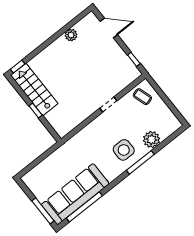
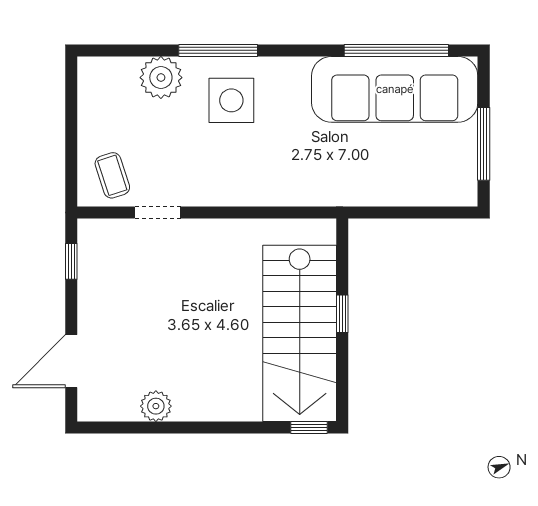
door: (109, 28) -> (71, 361), hinge flipped
stairs: (34, 89) -> (300, 333), width x1.36, depth x1.51
doorway: (108, 105) -> (158, 212), moved
window: (43, 211) -> (484, 144), moved

